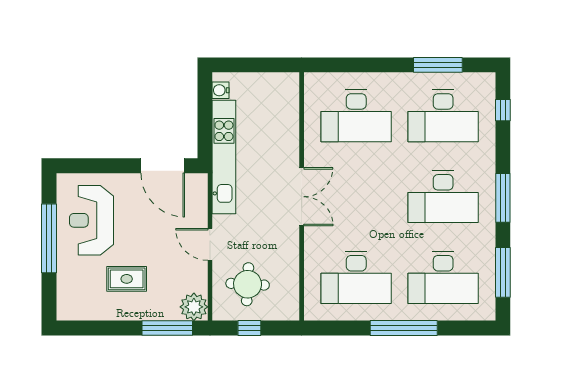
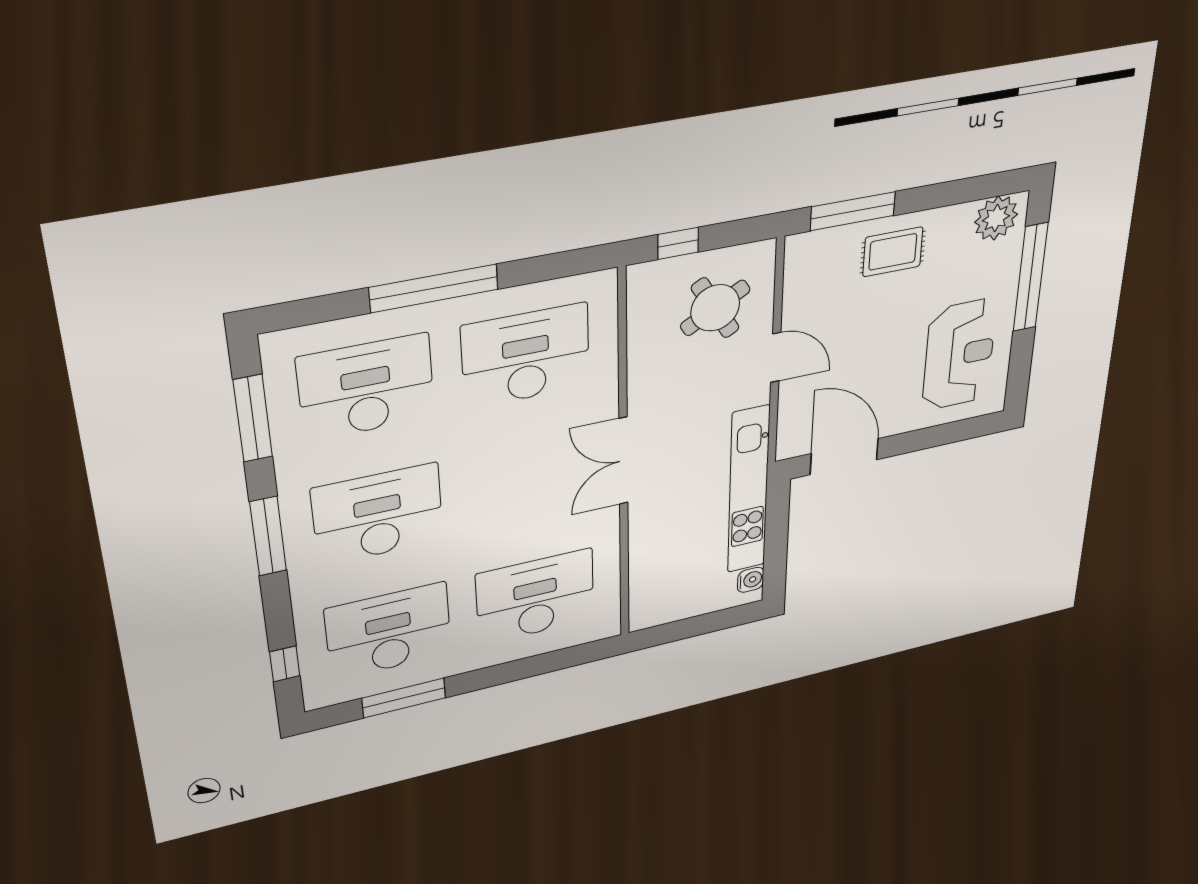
window: (49, 238) -> (1030, 277), moved
rug: (127, 279) -> (893, 252), moved
round table: (248, 284) -> (715, 308), turned -33
plant: (194, 307) -> (996, 218), moved
window: (249, 328) -> (678, 243), moved

